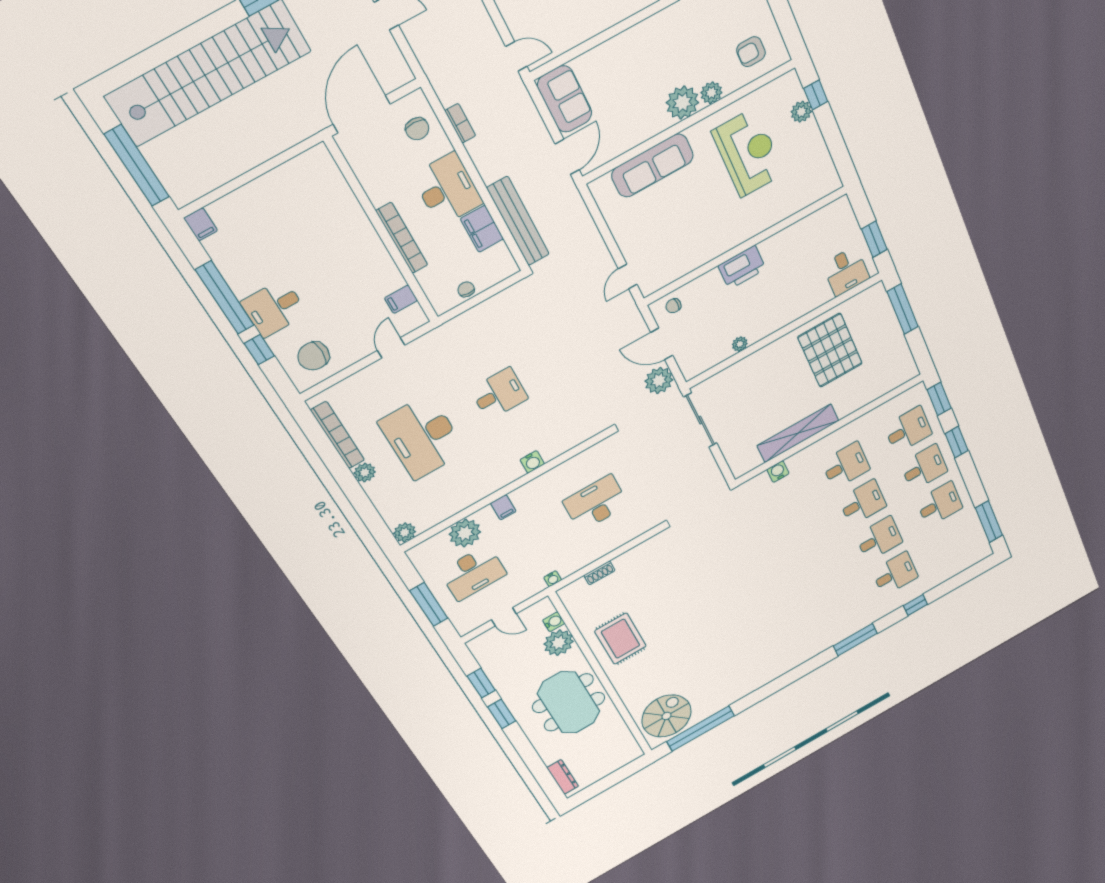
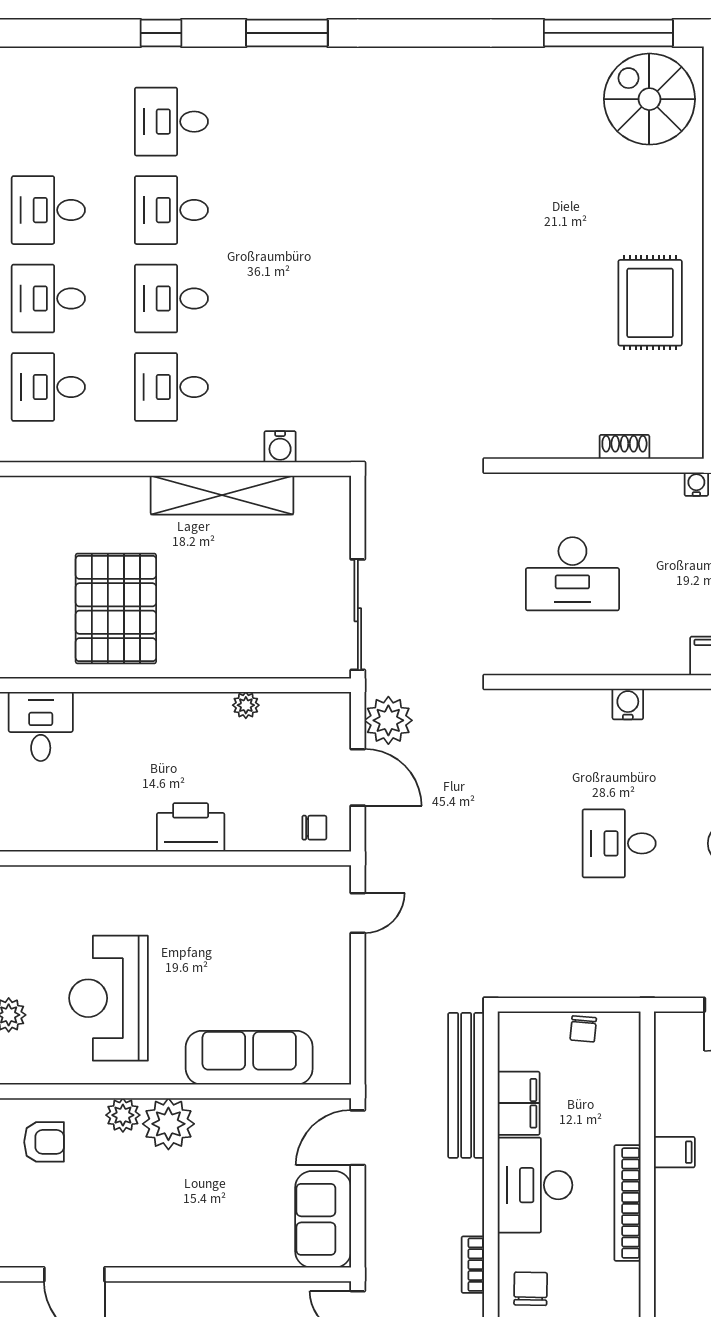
bookcase: (402, 238) -> (627, 1203), moved
filing cabinet: (401, 299) -> (674, 1152), moved
spiral stairs: (667, 716) -> (649, 99), turned 90

